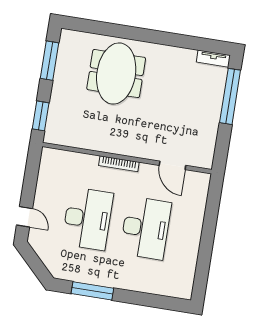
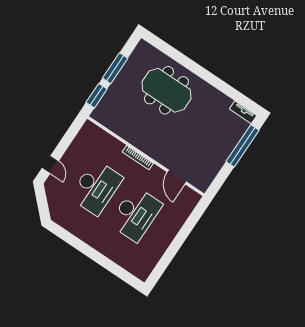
window: (49, 61) -> (115, 68), moved
meeting table: (116, 74) -> (166, 90), turned 90
window: (92, 291) -> (75, 242), removed

